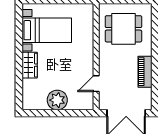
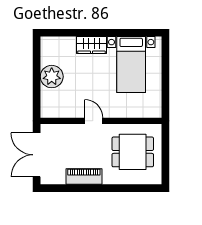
dining table: (123, 29) -> (133, 152), turned 90
door: (96, 84) -> (94, 121), moved

